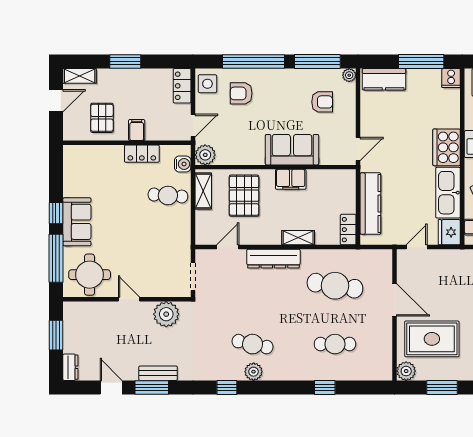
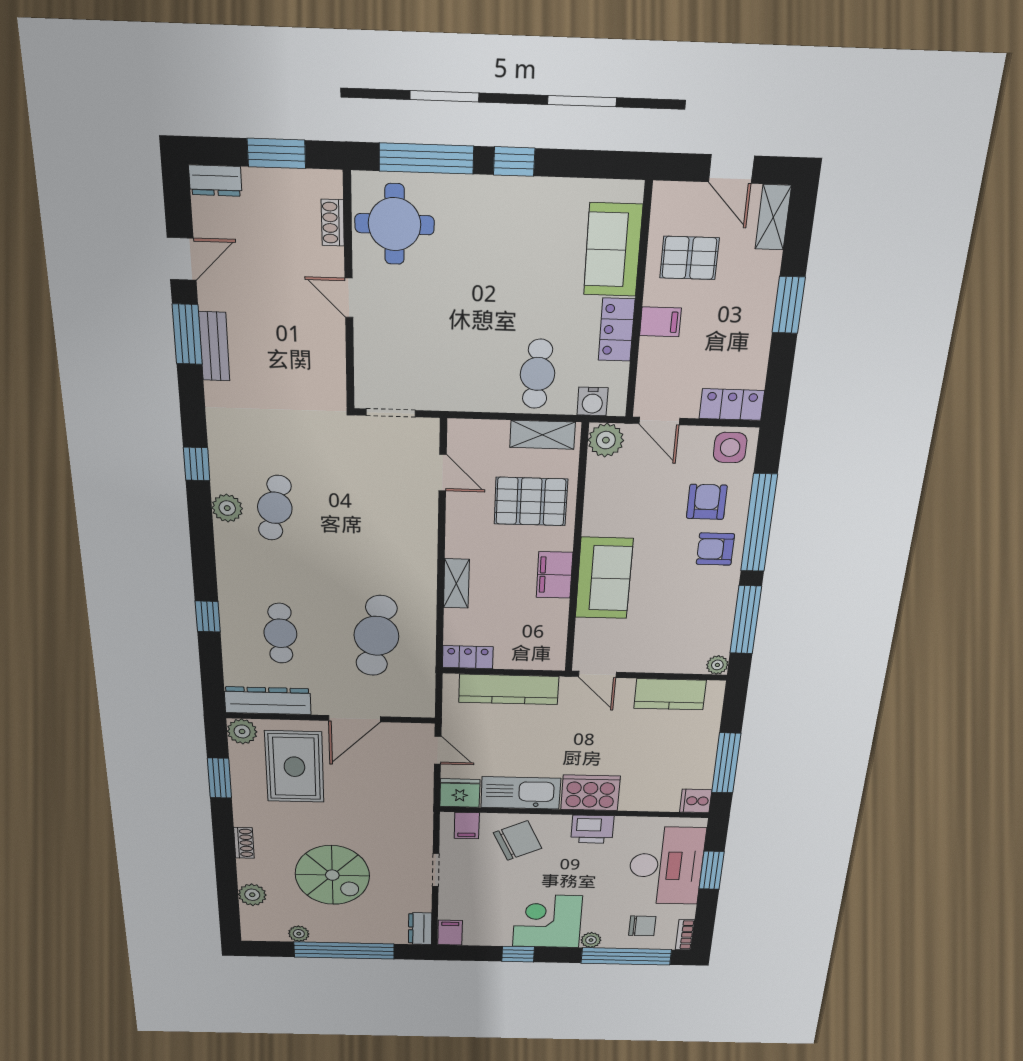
kitchen counter: (384, 79) -> (670, 694), moved, turned -90
armchair: (322, 102) -> (715, 549), moved, turned 90
sofa: (77, 222) -> (613, 250), moved, turned 90
dresser: (273, 259) -> (268, 701), moved, turned 90
door: (129, 299) -> (349, 298), swing flipped
shoe rack: (90, 307) -> (333, 223), added
plant: (166, 314) -> (323, 364), removed

